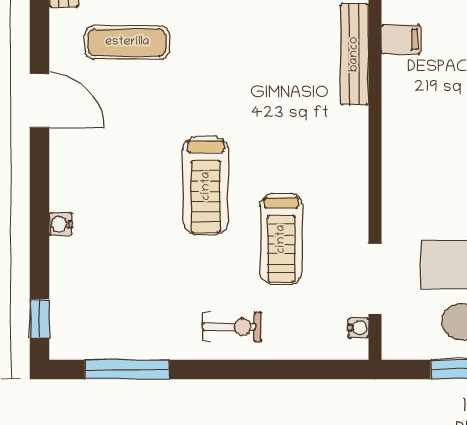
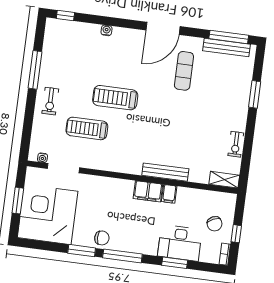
filing cabinet: (402, 87) -> (148, 191), added
door: (40, 101) -> (163, 28), width x1.36
window: (127, 369) -> (35, 70), moved

